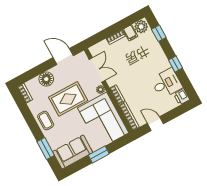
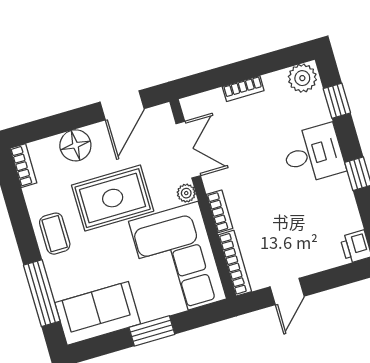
filing cabinet: (130, 33) -> (276, 86), removed
door: (63, 57) -> (122, 105), swing flipped
desk: (166, 83) -> (313, 154), moved
door: (155, 124) -> (287, 292), swing flipped
window: (46, 148) -> (42, 293), width x1.44

